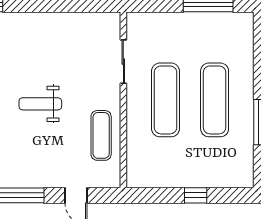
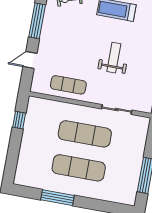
weight bench: (40, 104) -> (114, 58), moved
window: (196, 195) -> (19, 120), moved

